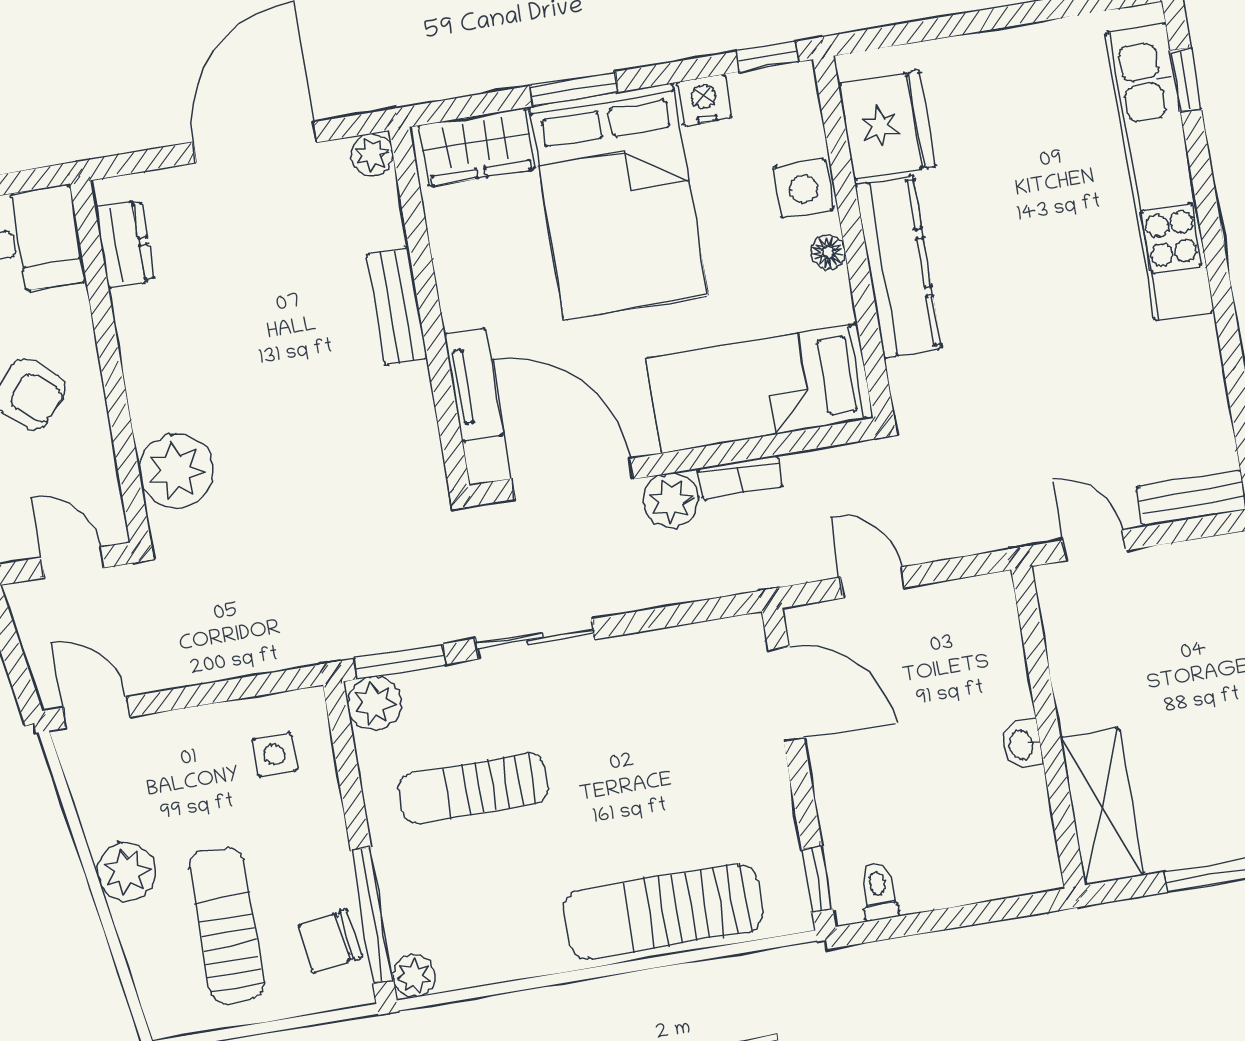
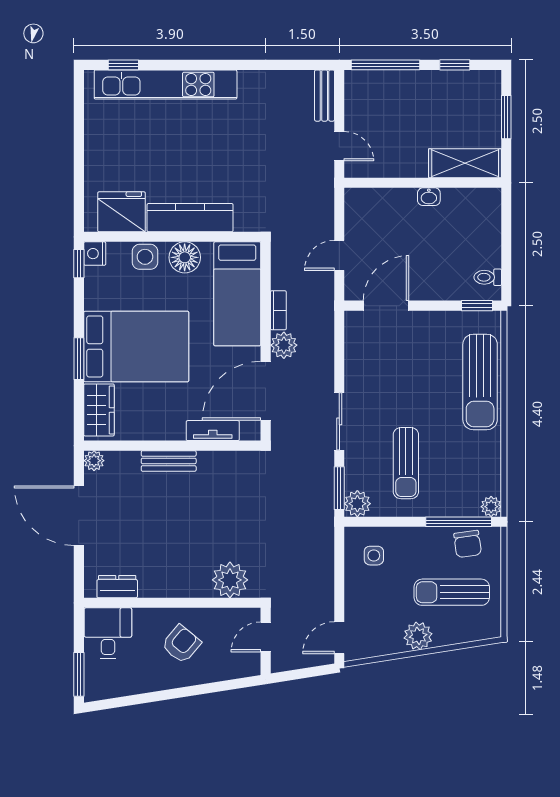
nightstand: (704, 100) -> (95, 254), moved
floor lamp: (828, 252) -> (185, 257), width x1.89, depth x1.89
door: (1094, 545) -> (339, 146), swing flipped

